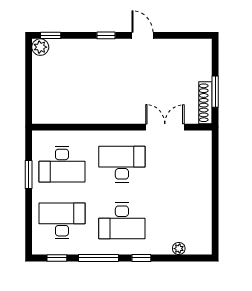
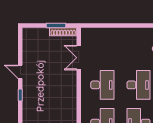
door: (142, 35) -> (20, 72), hinge flipped
desk: (122, 164) -> (102, 85), turned 180

